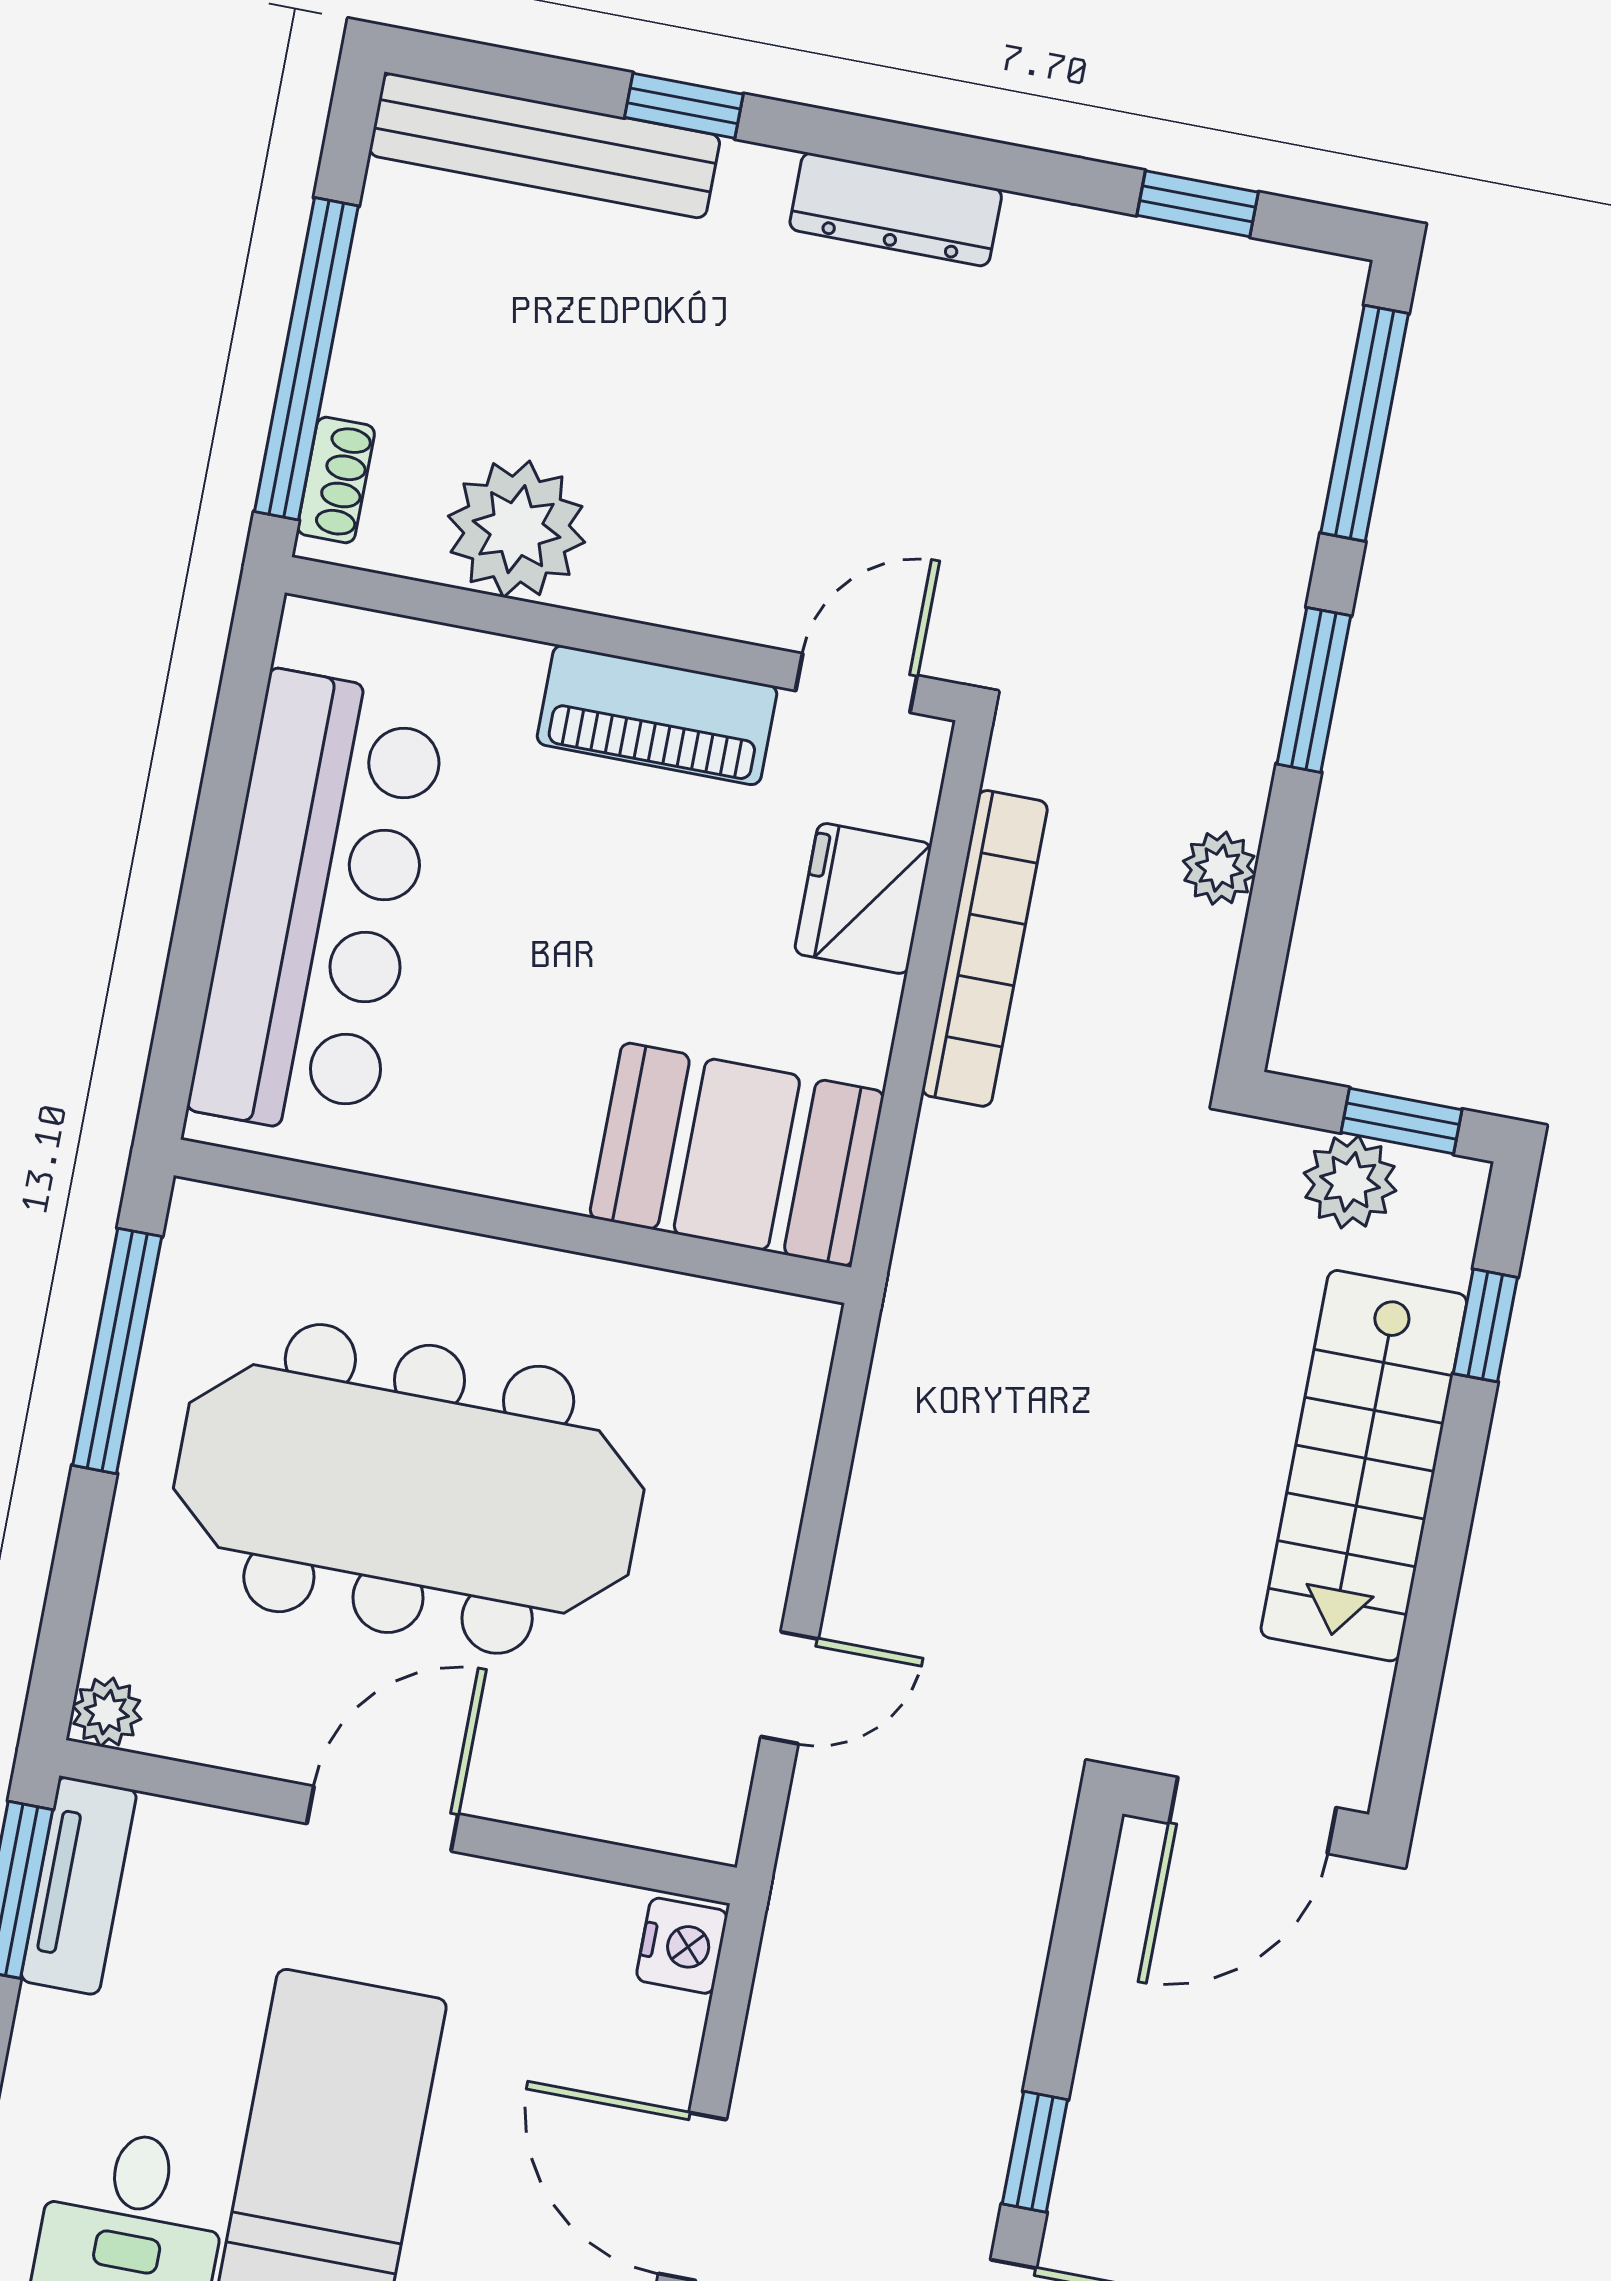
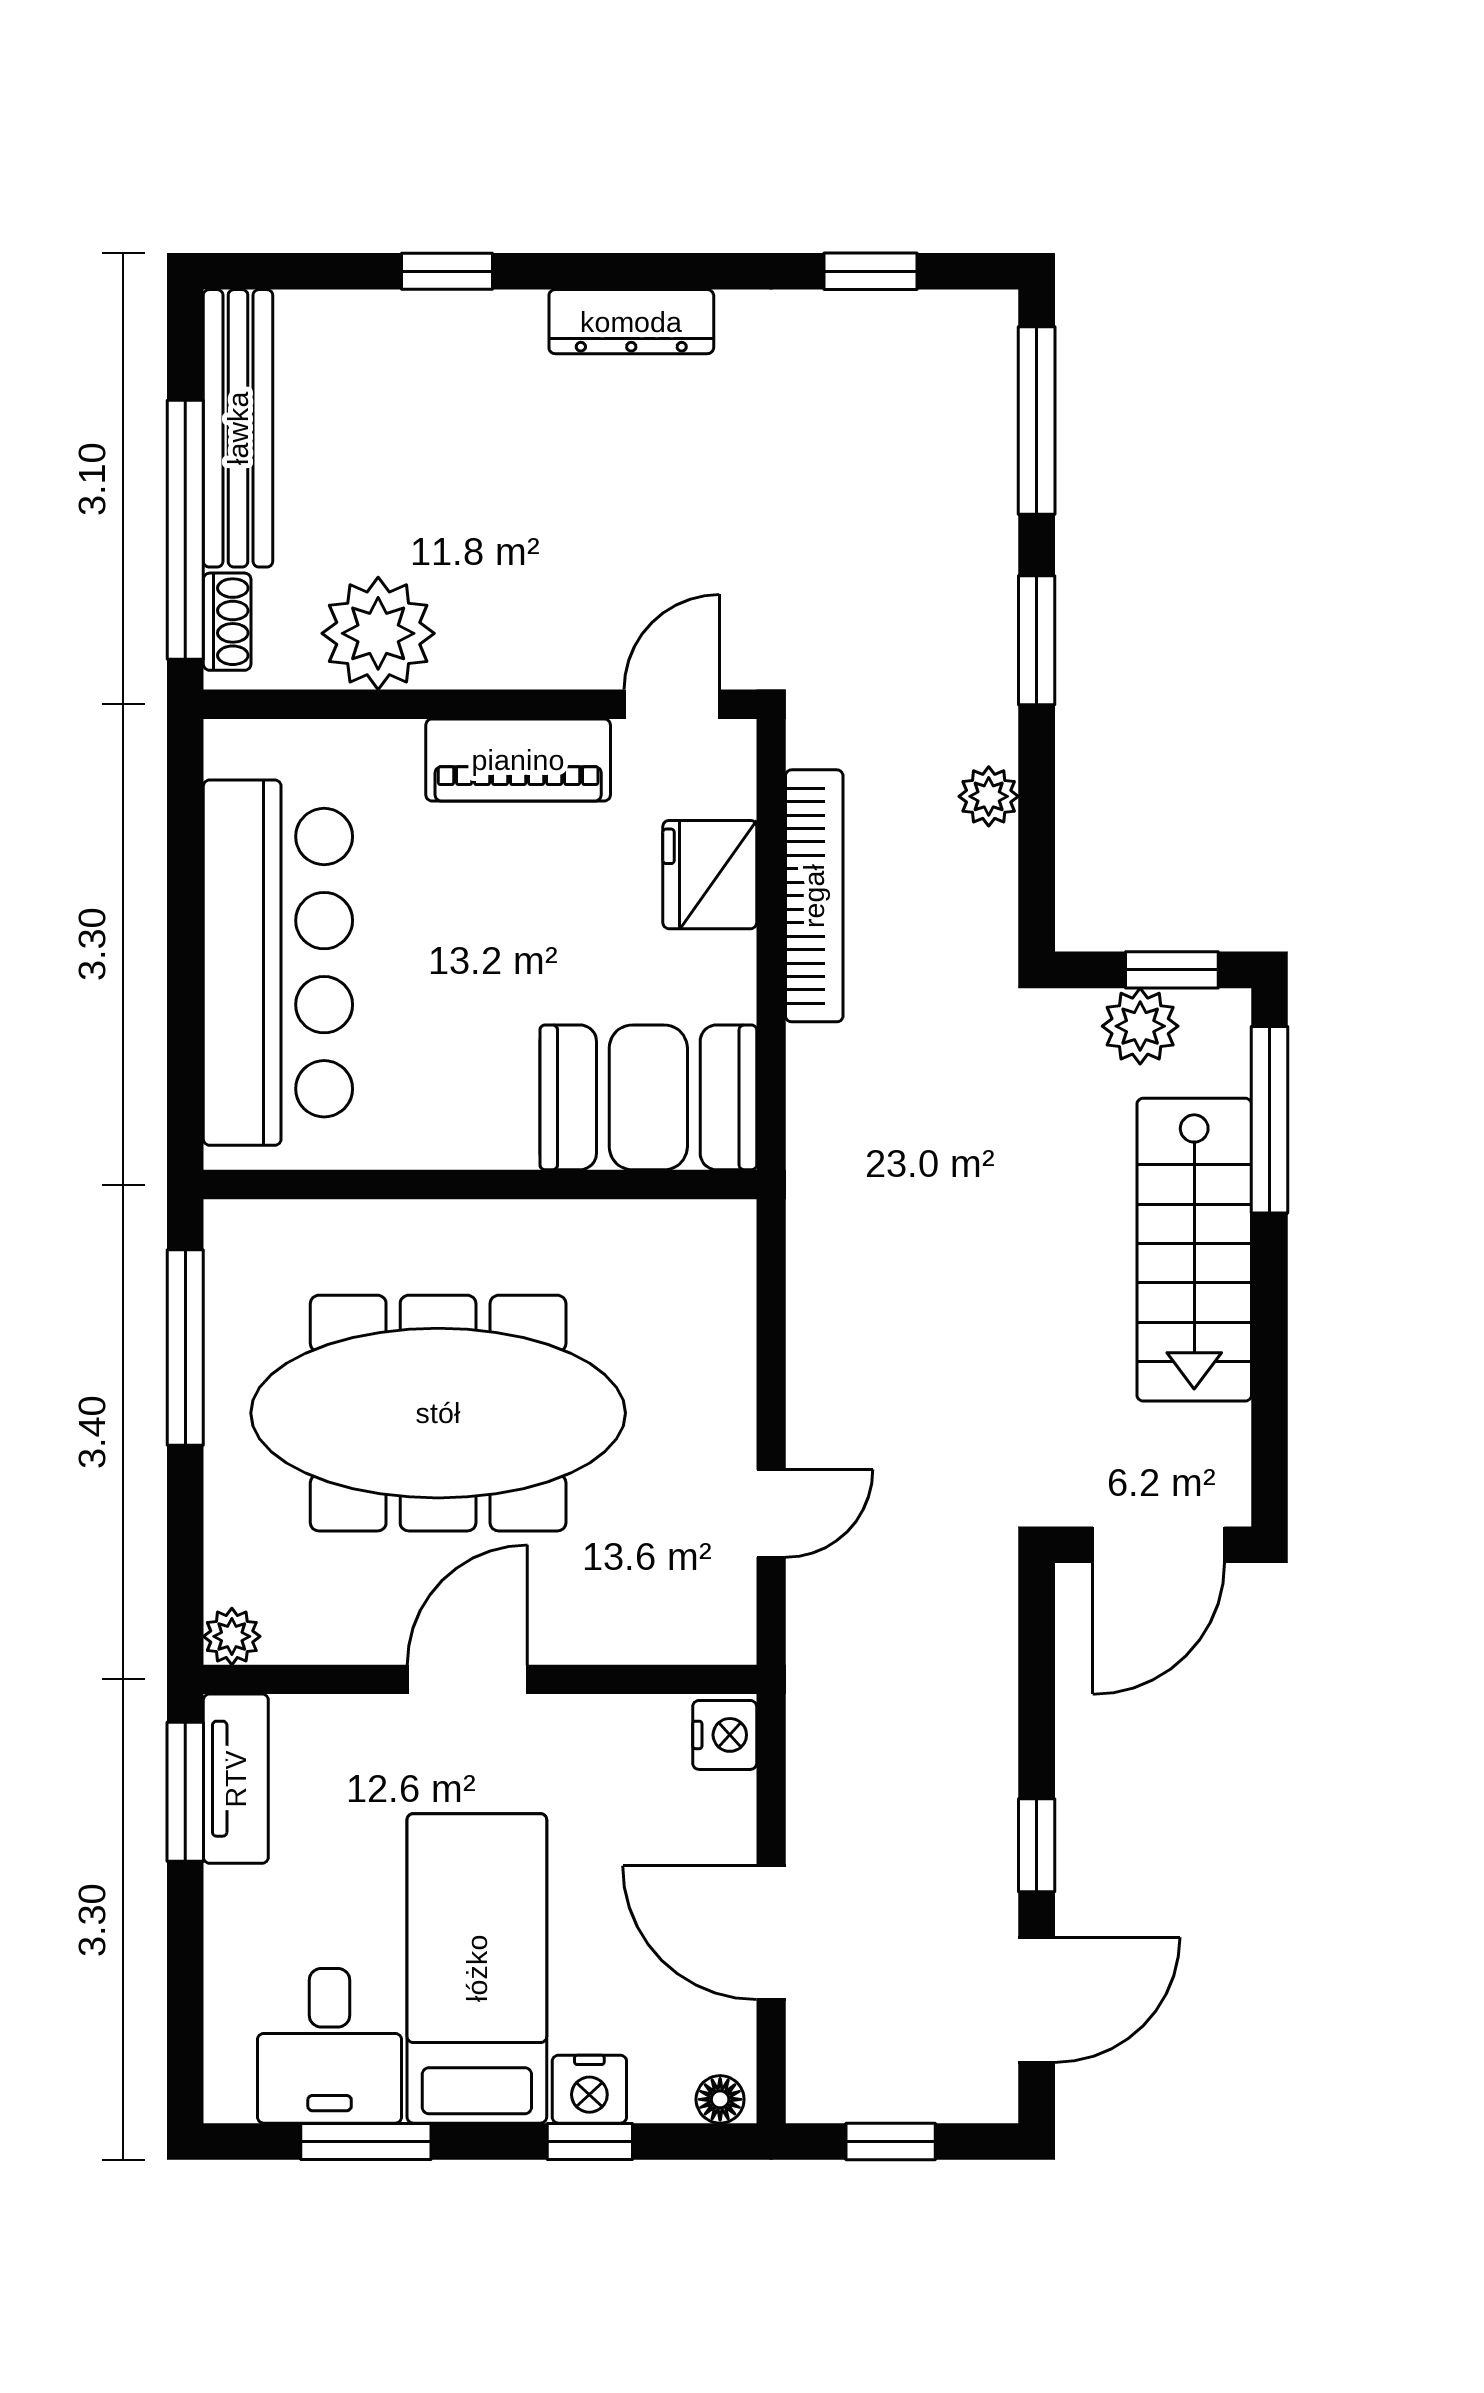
bench: (545, 145) -> (238, 428), moved, turned 90
window: (1485, 1325) -> (1270, 1120), width x2.17

